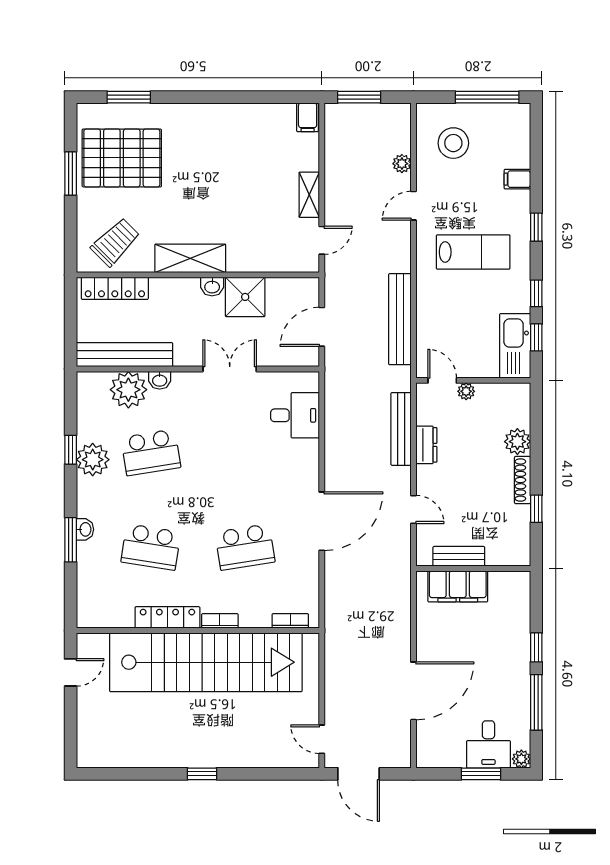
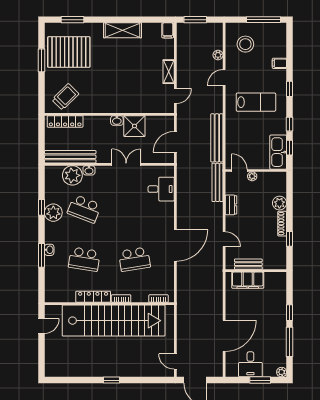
shelving: (190, 258) -> (123, 30), moved
bench: (401, 429) -> (218, 182), moved
school desk: (151, 452) -> (84, 209), turned 30
desk: (488, 744) -> (250, 364), moved

